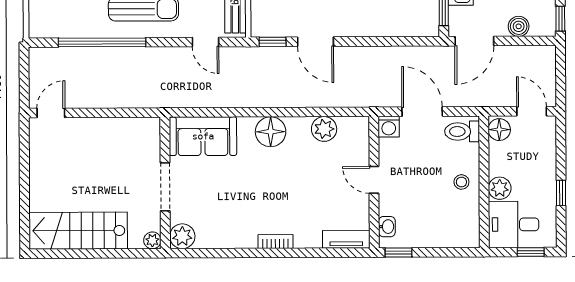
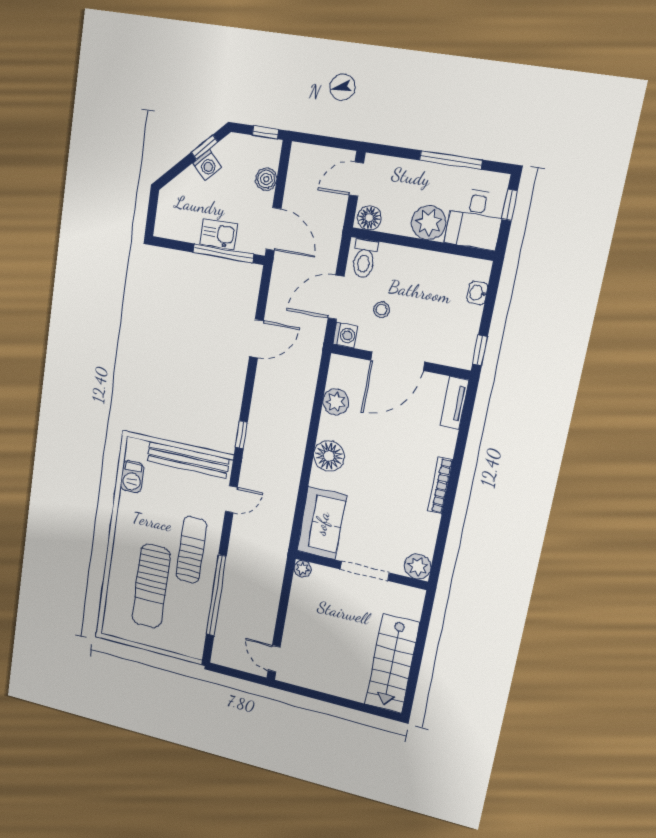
door: (315, 42) -> (256, 339), moved
door: (374, 180) -> (398, 361), width x1.87
stool: (461, 182) -> (382, 310), moved
plant: (500, 188) -> (429, 223), width x1.36, depth x1.36
window: (561, 193) -> (451, 160), width x2.17
washbasin: (387, 227) -> (477, 293), moved, turned -90
plant: (152, 240) -> (303, 569), moved
bookcase: (275, 242) -> (440, 486), width x1.56

